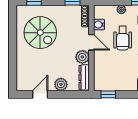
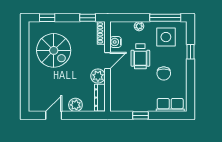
door: (91, 42) -> (108, 61), hinge flipped
window: (108, 94) -> (140, 115), moved

